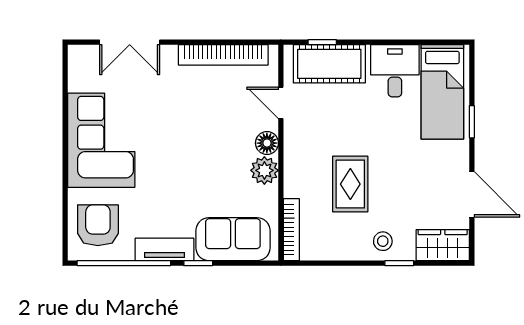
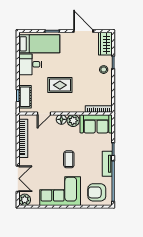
plant: (81, 58) -> (25, 200), added
cot: (329, 64) -> (25, 97), width x0.73, depth x0.75
coffee table: (175, 160) -> (69, 159), added
rug: (350, 184) -> (60, 85), moved
door: (472, 194) -> (83, 31), hinge flipped
sofa: (233, 239) -> (96, 124), moved, turned -90

